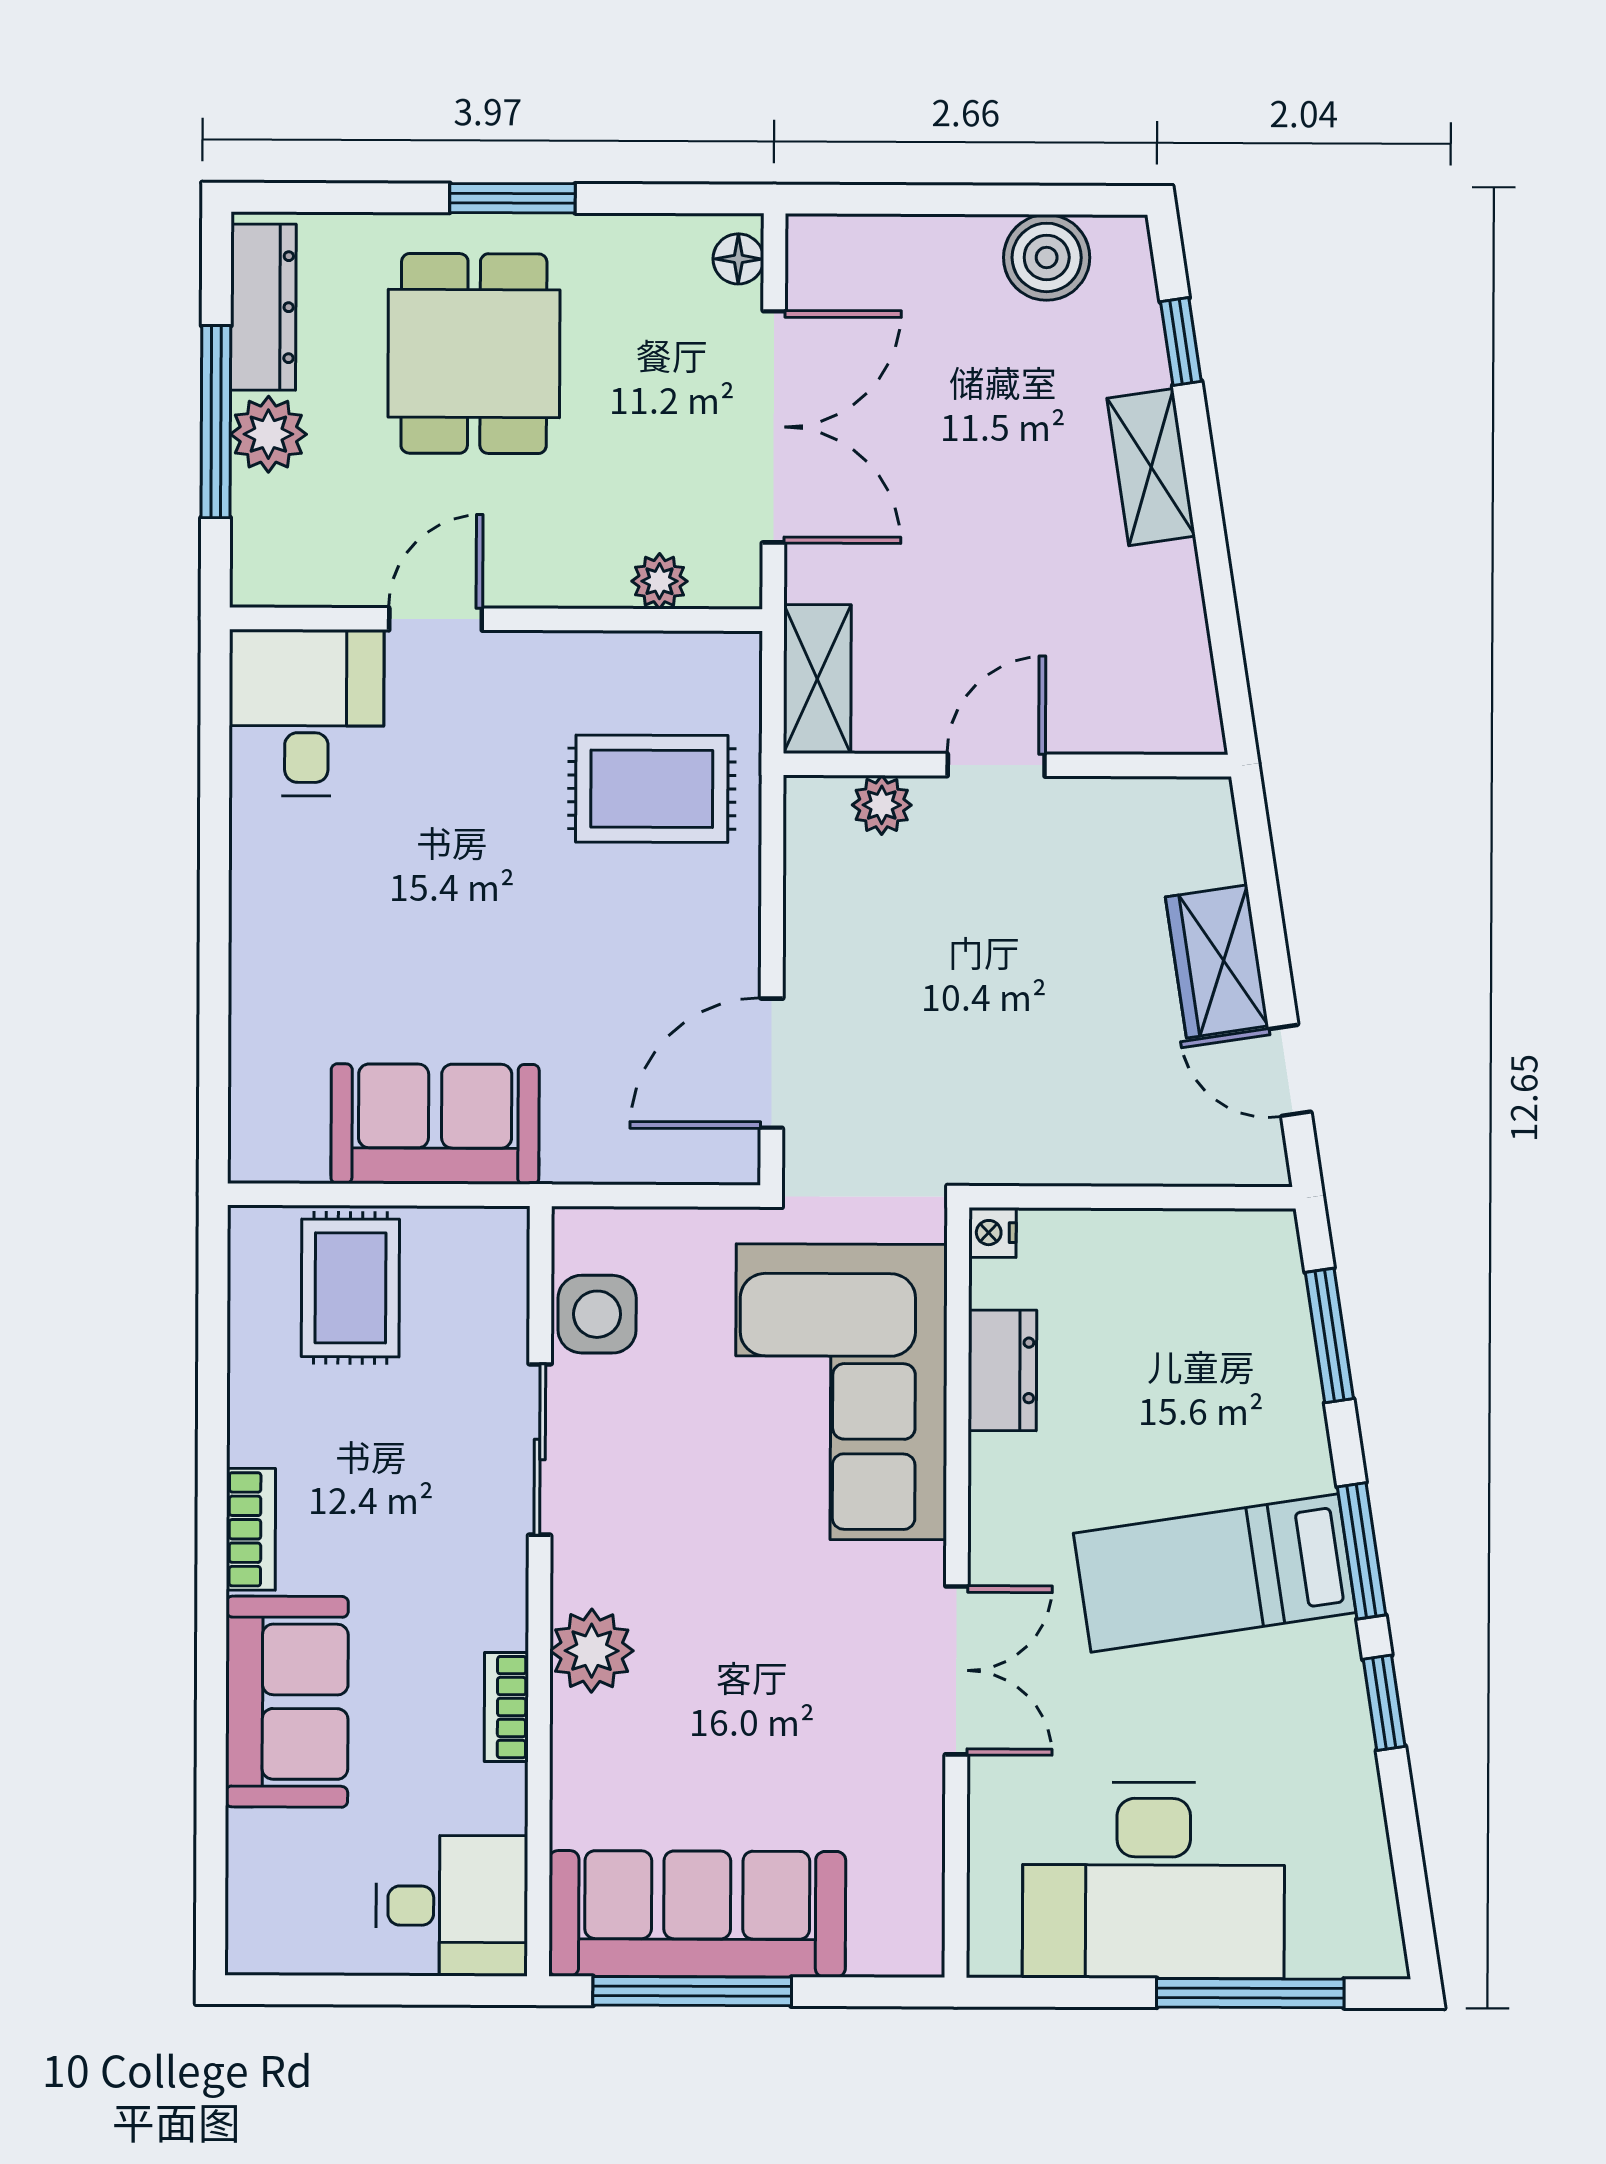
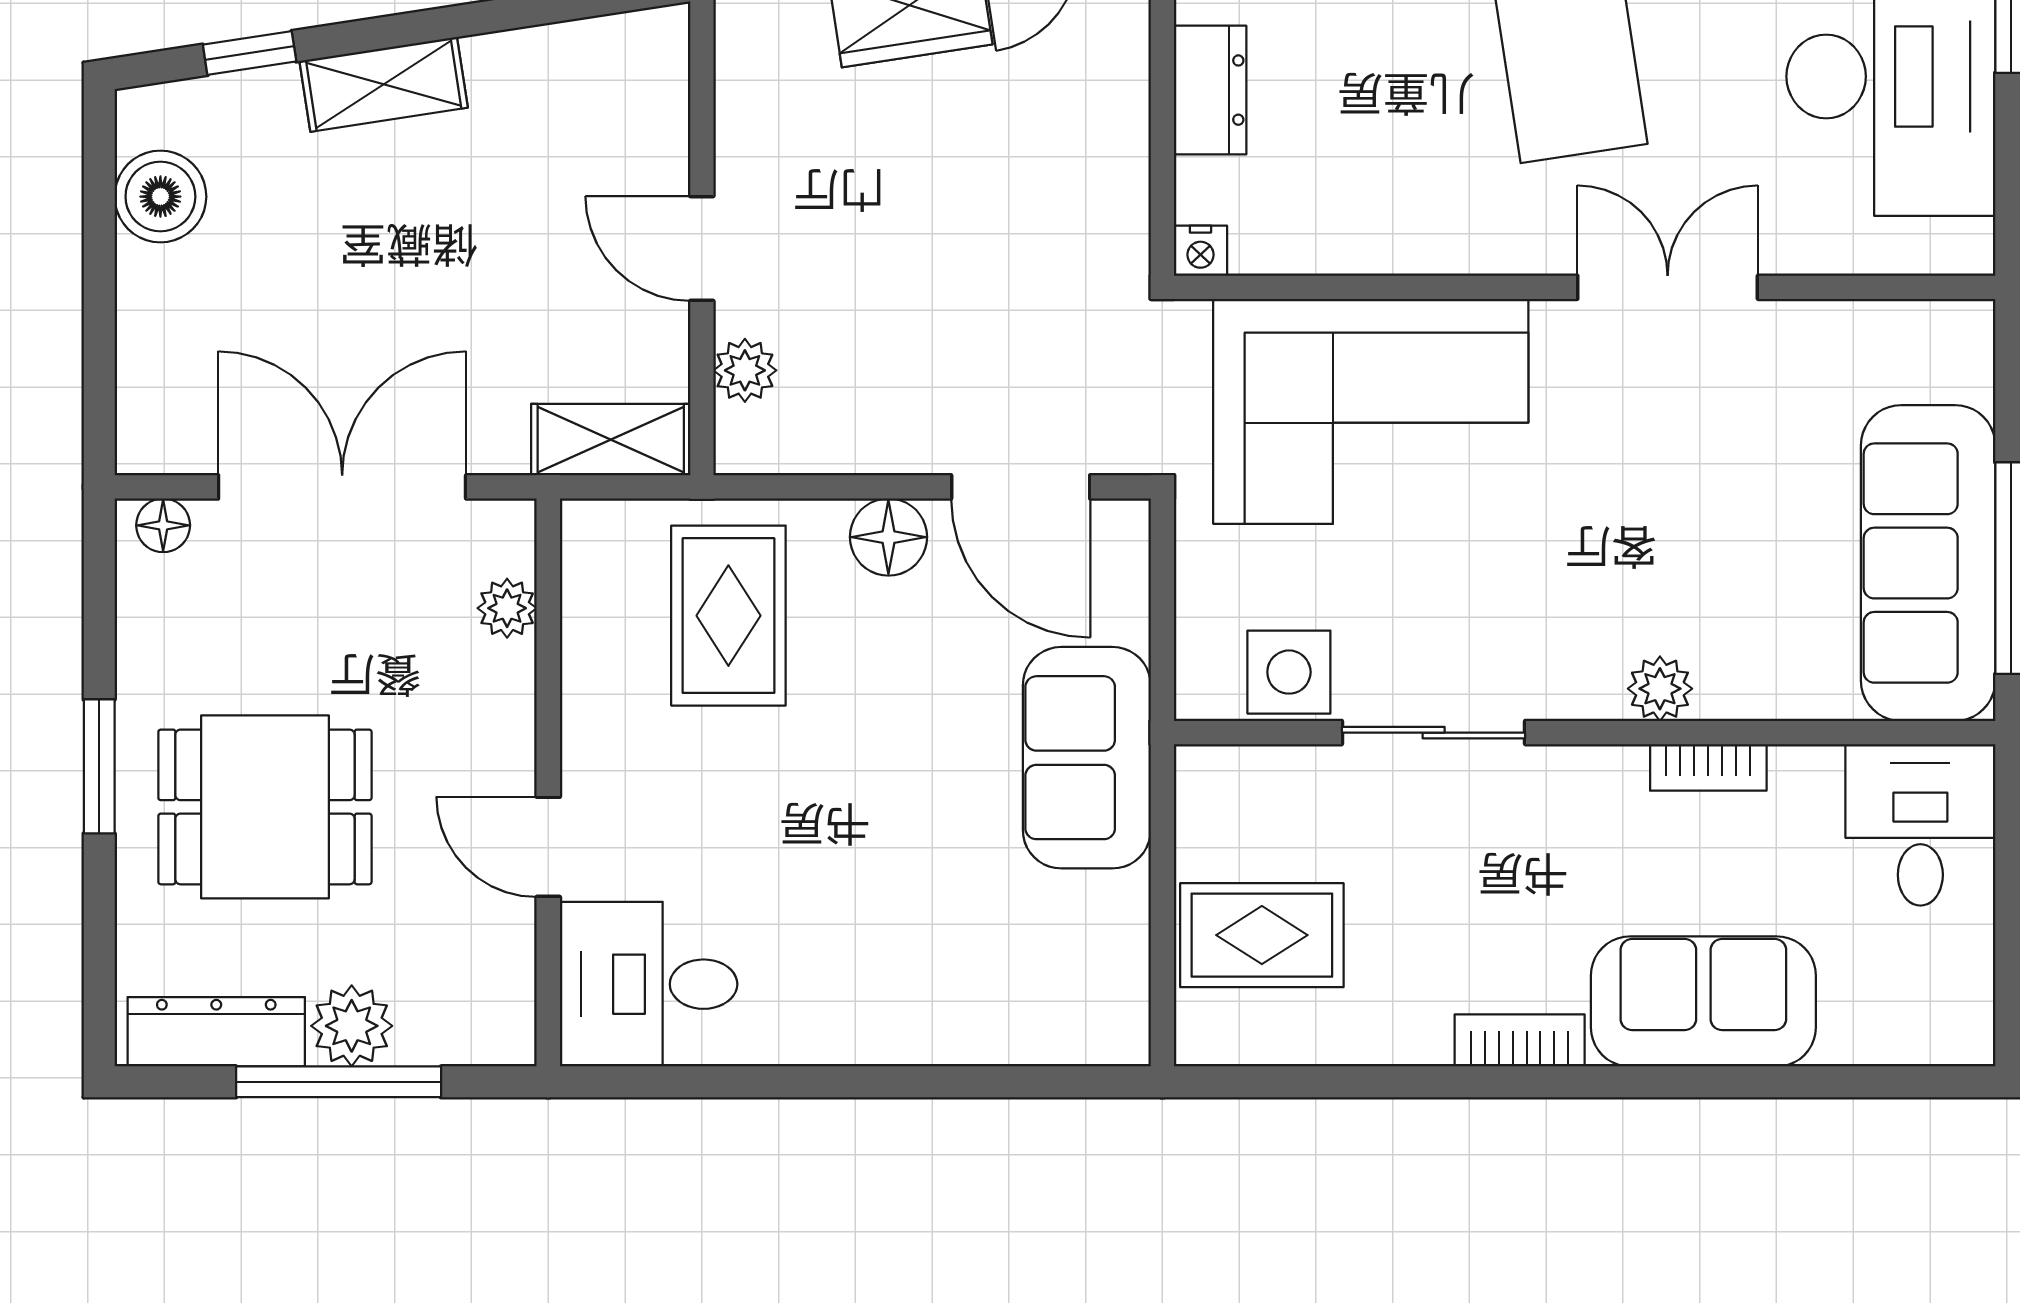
floor lamp: (725, 939) -> (888, 537), added
sofa: (435, 1124) -> (1087, 758), moved
dresser: (1002, 1370) -> (1210, 90), moved, turned 90
plant: (592, 1651) -> (1660, 689), width x0.73, depth x0.73

